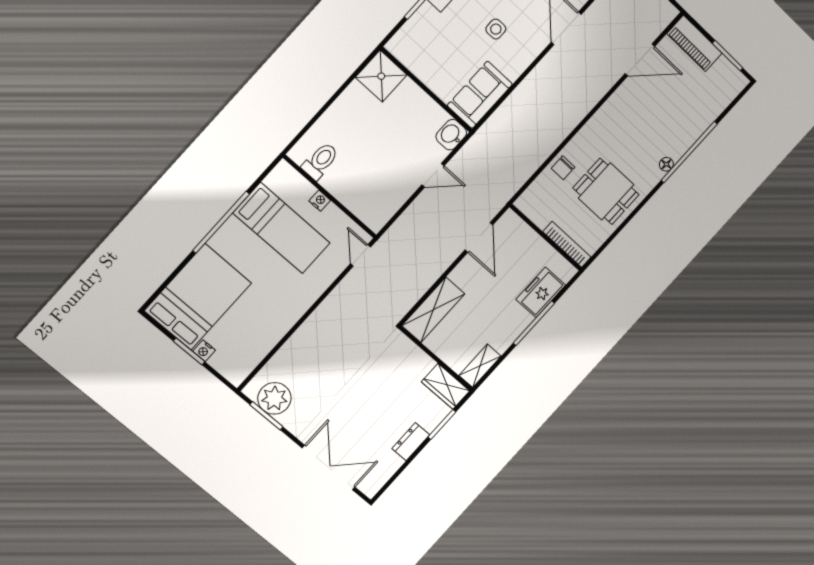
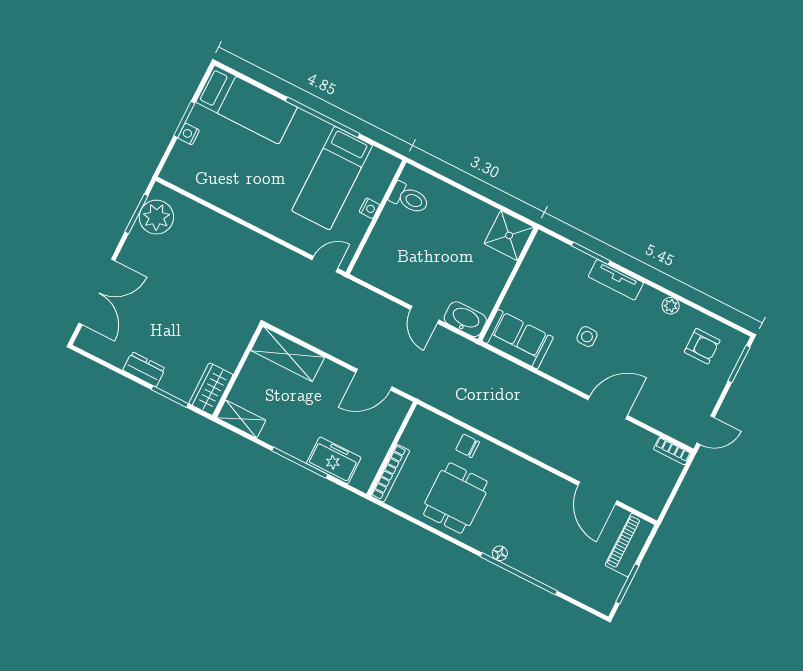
washbasin: (451, 135) -> (465, 319), width x1.38
bed: (198, 297) -> (247, 105), width x0.67

